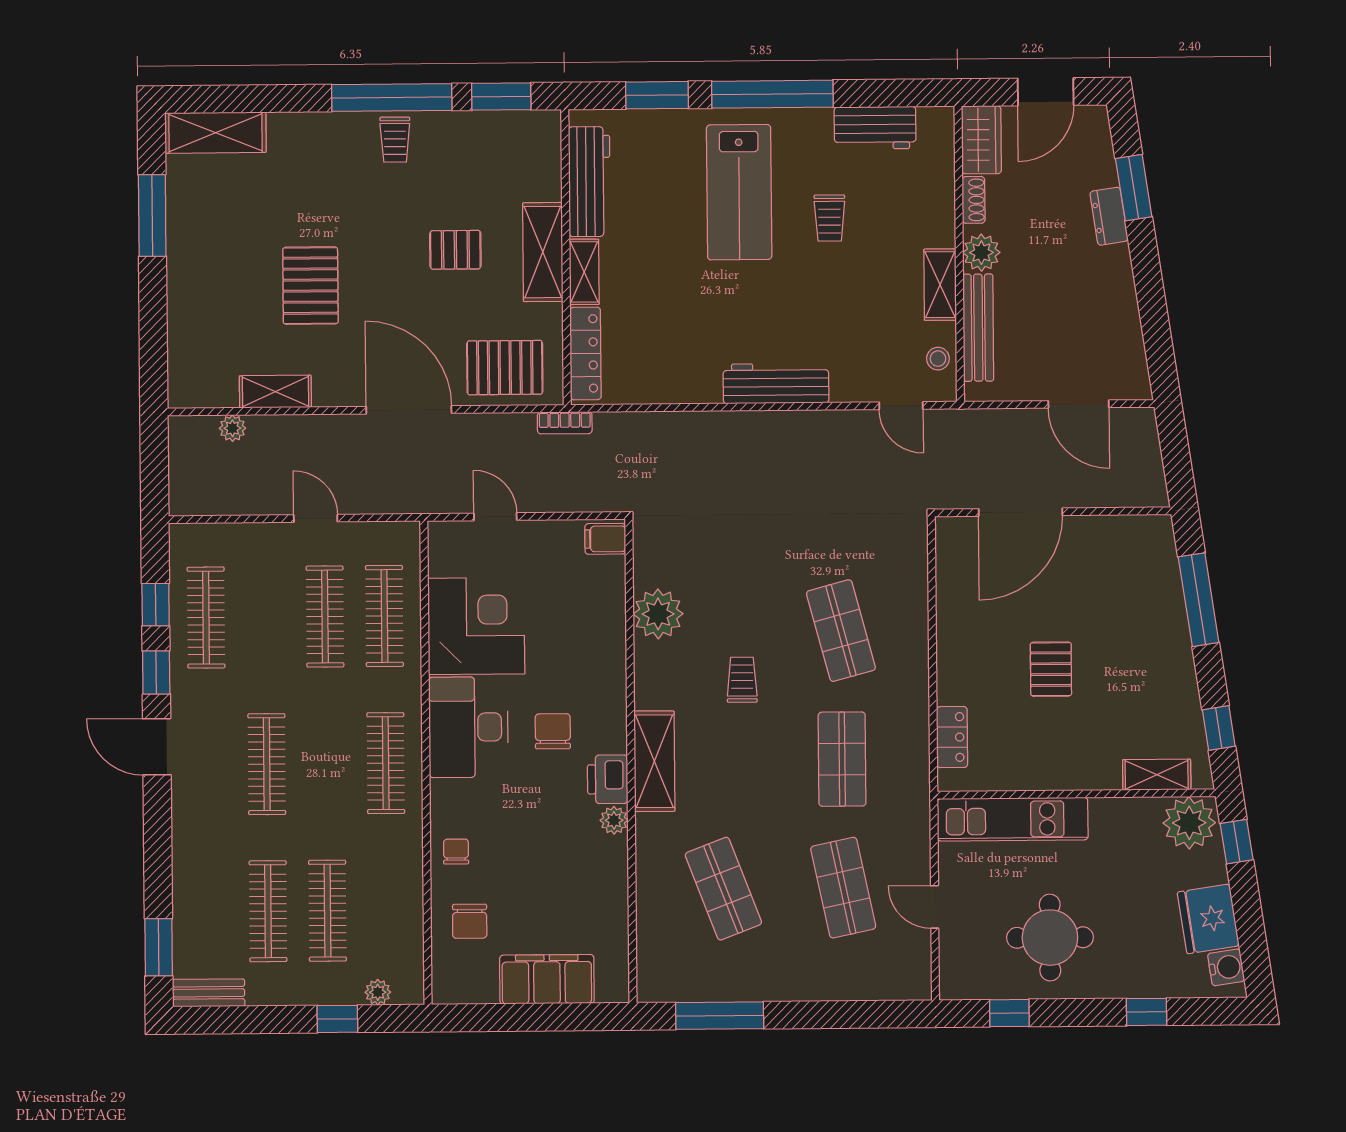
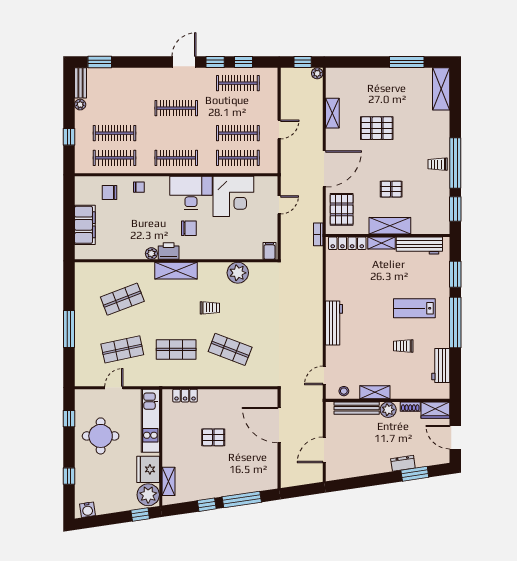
lab bench: (739, 192) -> (414, 308), width x0.73, depth x0.72
pallet: (455, 250) -> (391, 189), turned 90
plant: (232, 428) -> (317, 73), moved
window: (154, 464) -> (303, 62), added
shop shelf: (841, 631) -> (230, 349), turned 36
window: (1219, 728) -> (207, 505), moved
clothes rail: (268, 911) -> (115, 158), moved
fridge: (1208, 919) -> (148, 469), moved, turned -82
plant: (378, 992) -> (80, 105), moved
window: (720, 1016) -> (69, 329), moved

